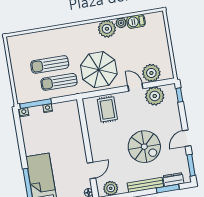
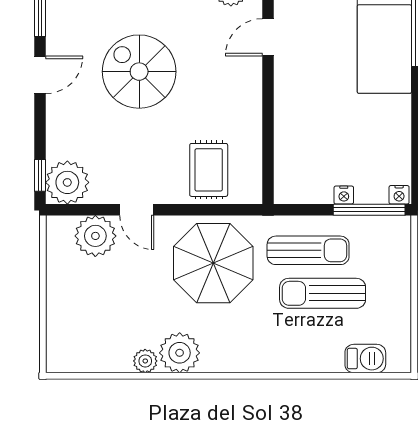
barbecue: (136, 21) -> (365, 359), moved
sun lounger: (50, 64) -> (323, 293), turned 180
plant: (155, 96) -> (67, 182), moved

